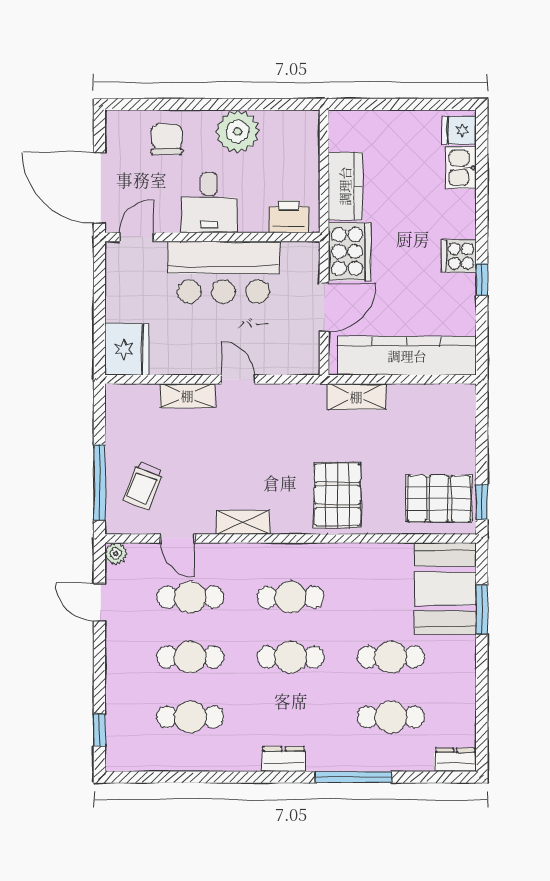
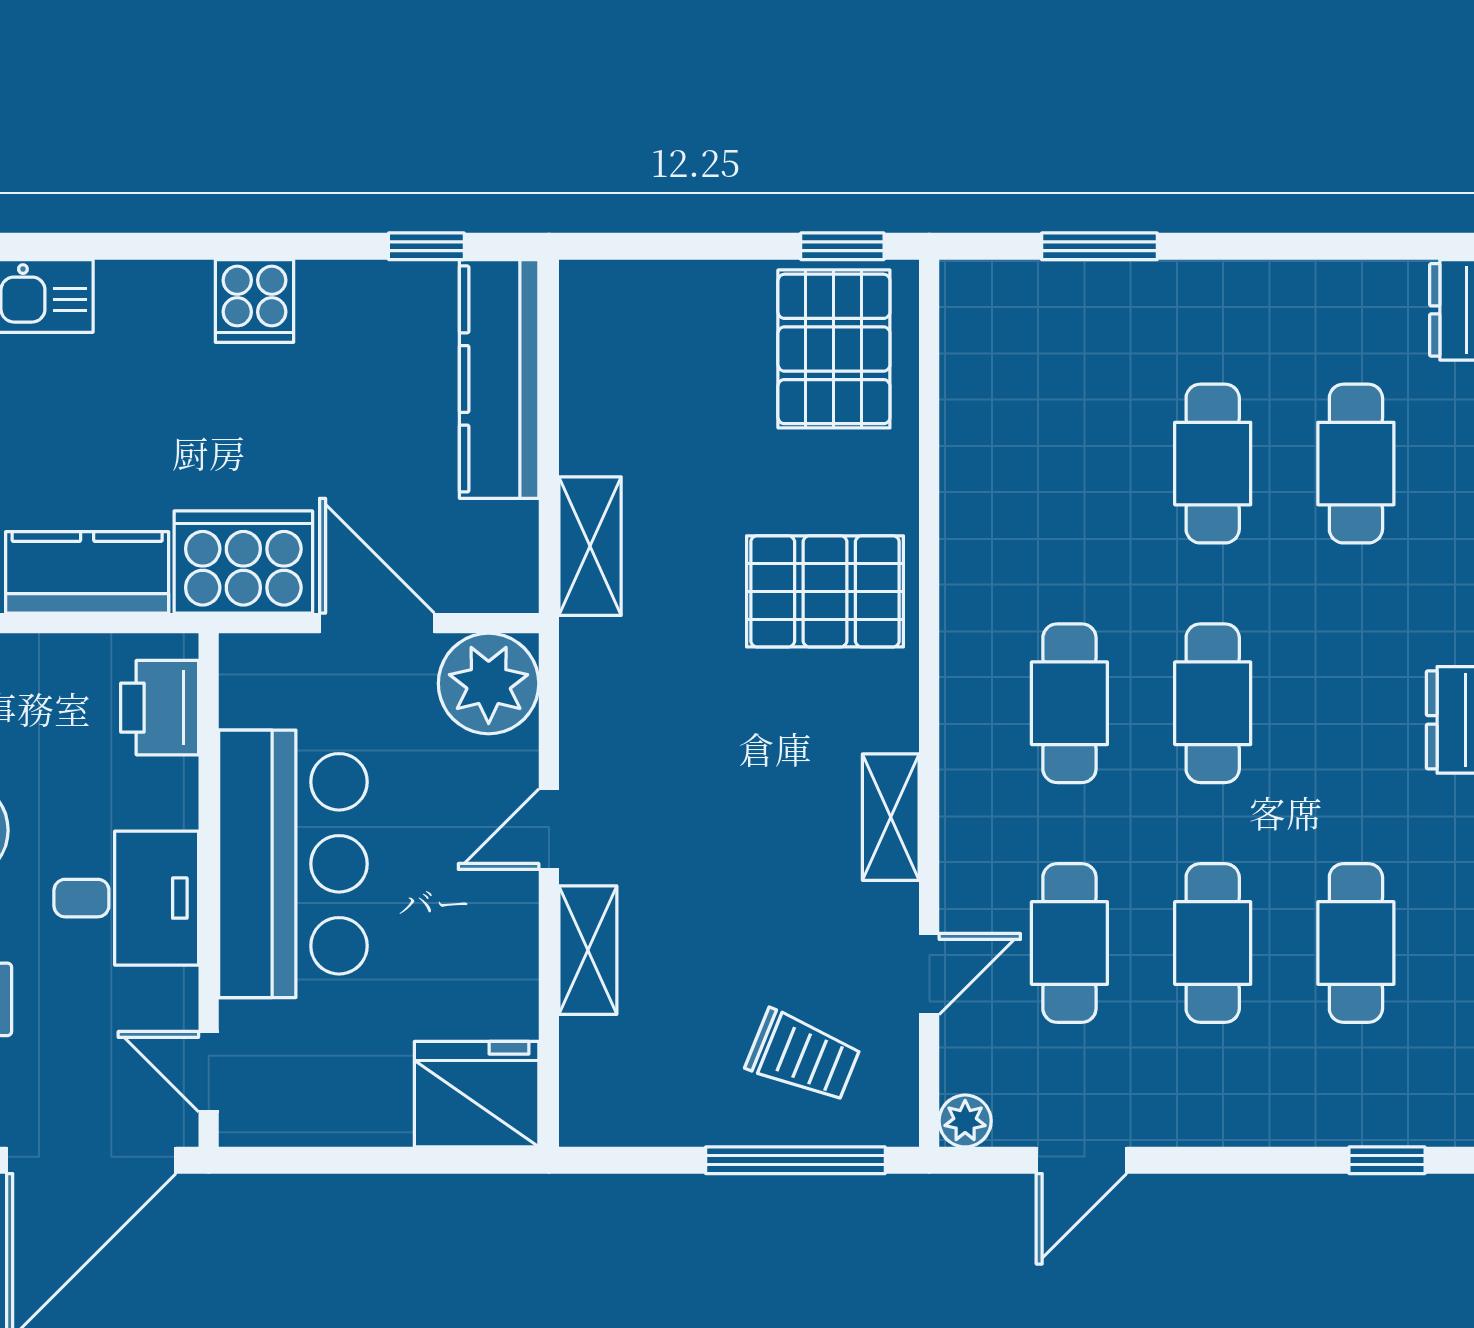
window: (482, 280) -> (426, 246), moved
plant: (299, 354) -> (489, 683), added
kitchen counter: (407, 356) -> (499, 379), width x0.72, depth x0.86
booth: (445, 589) -> (1049, 333), removed

